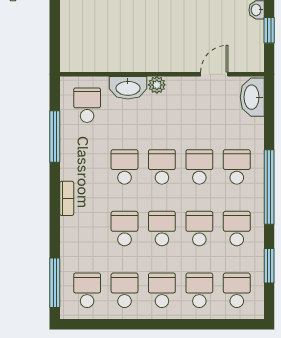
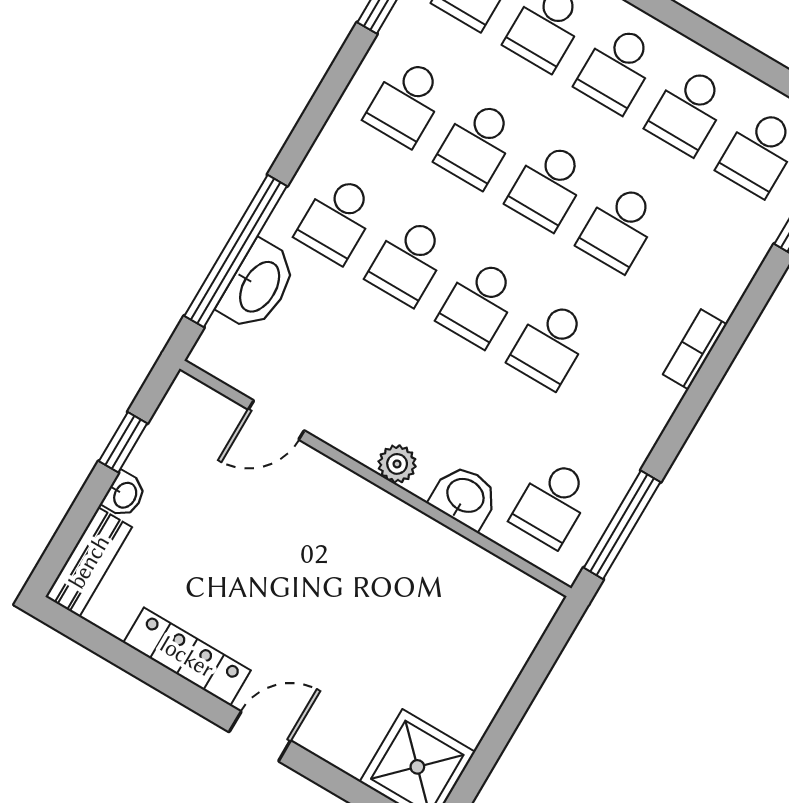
washbasin: (128, 88) -> (465, 497), width x0.72
washbasin: (252, 97) -> (258, 286), moved
window: (55, 137) -> (622, 525), moved
window: (269, 187) -> (236, 251), moved

